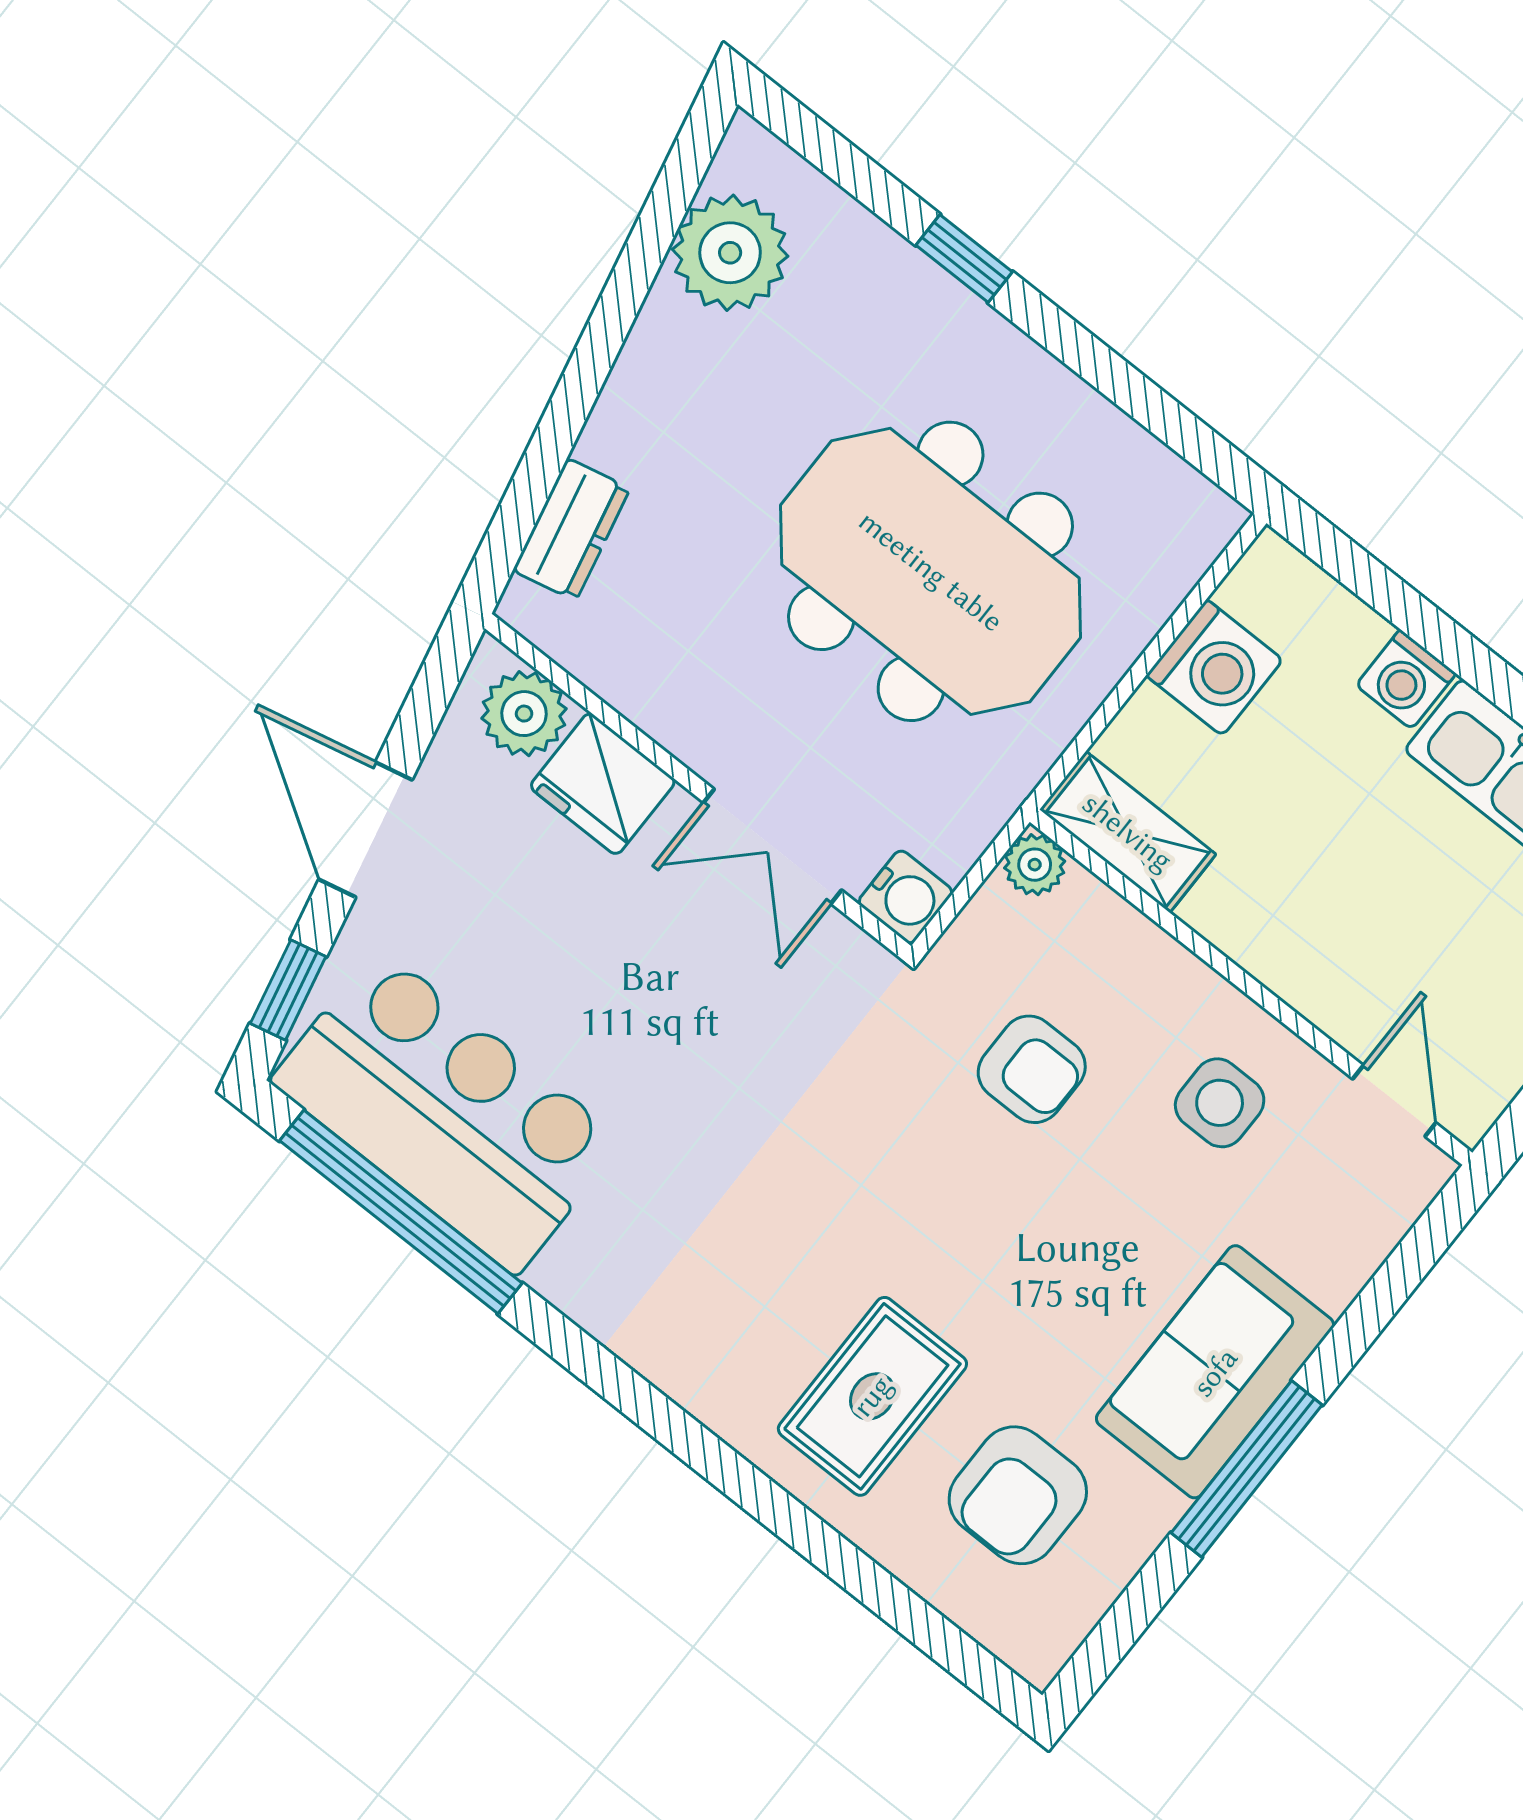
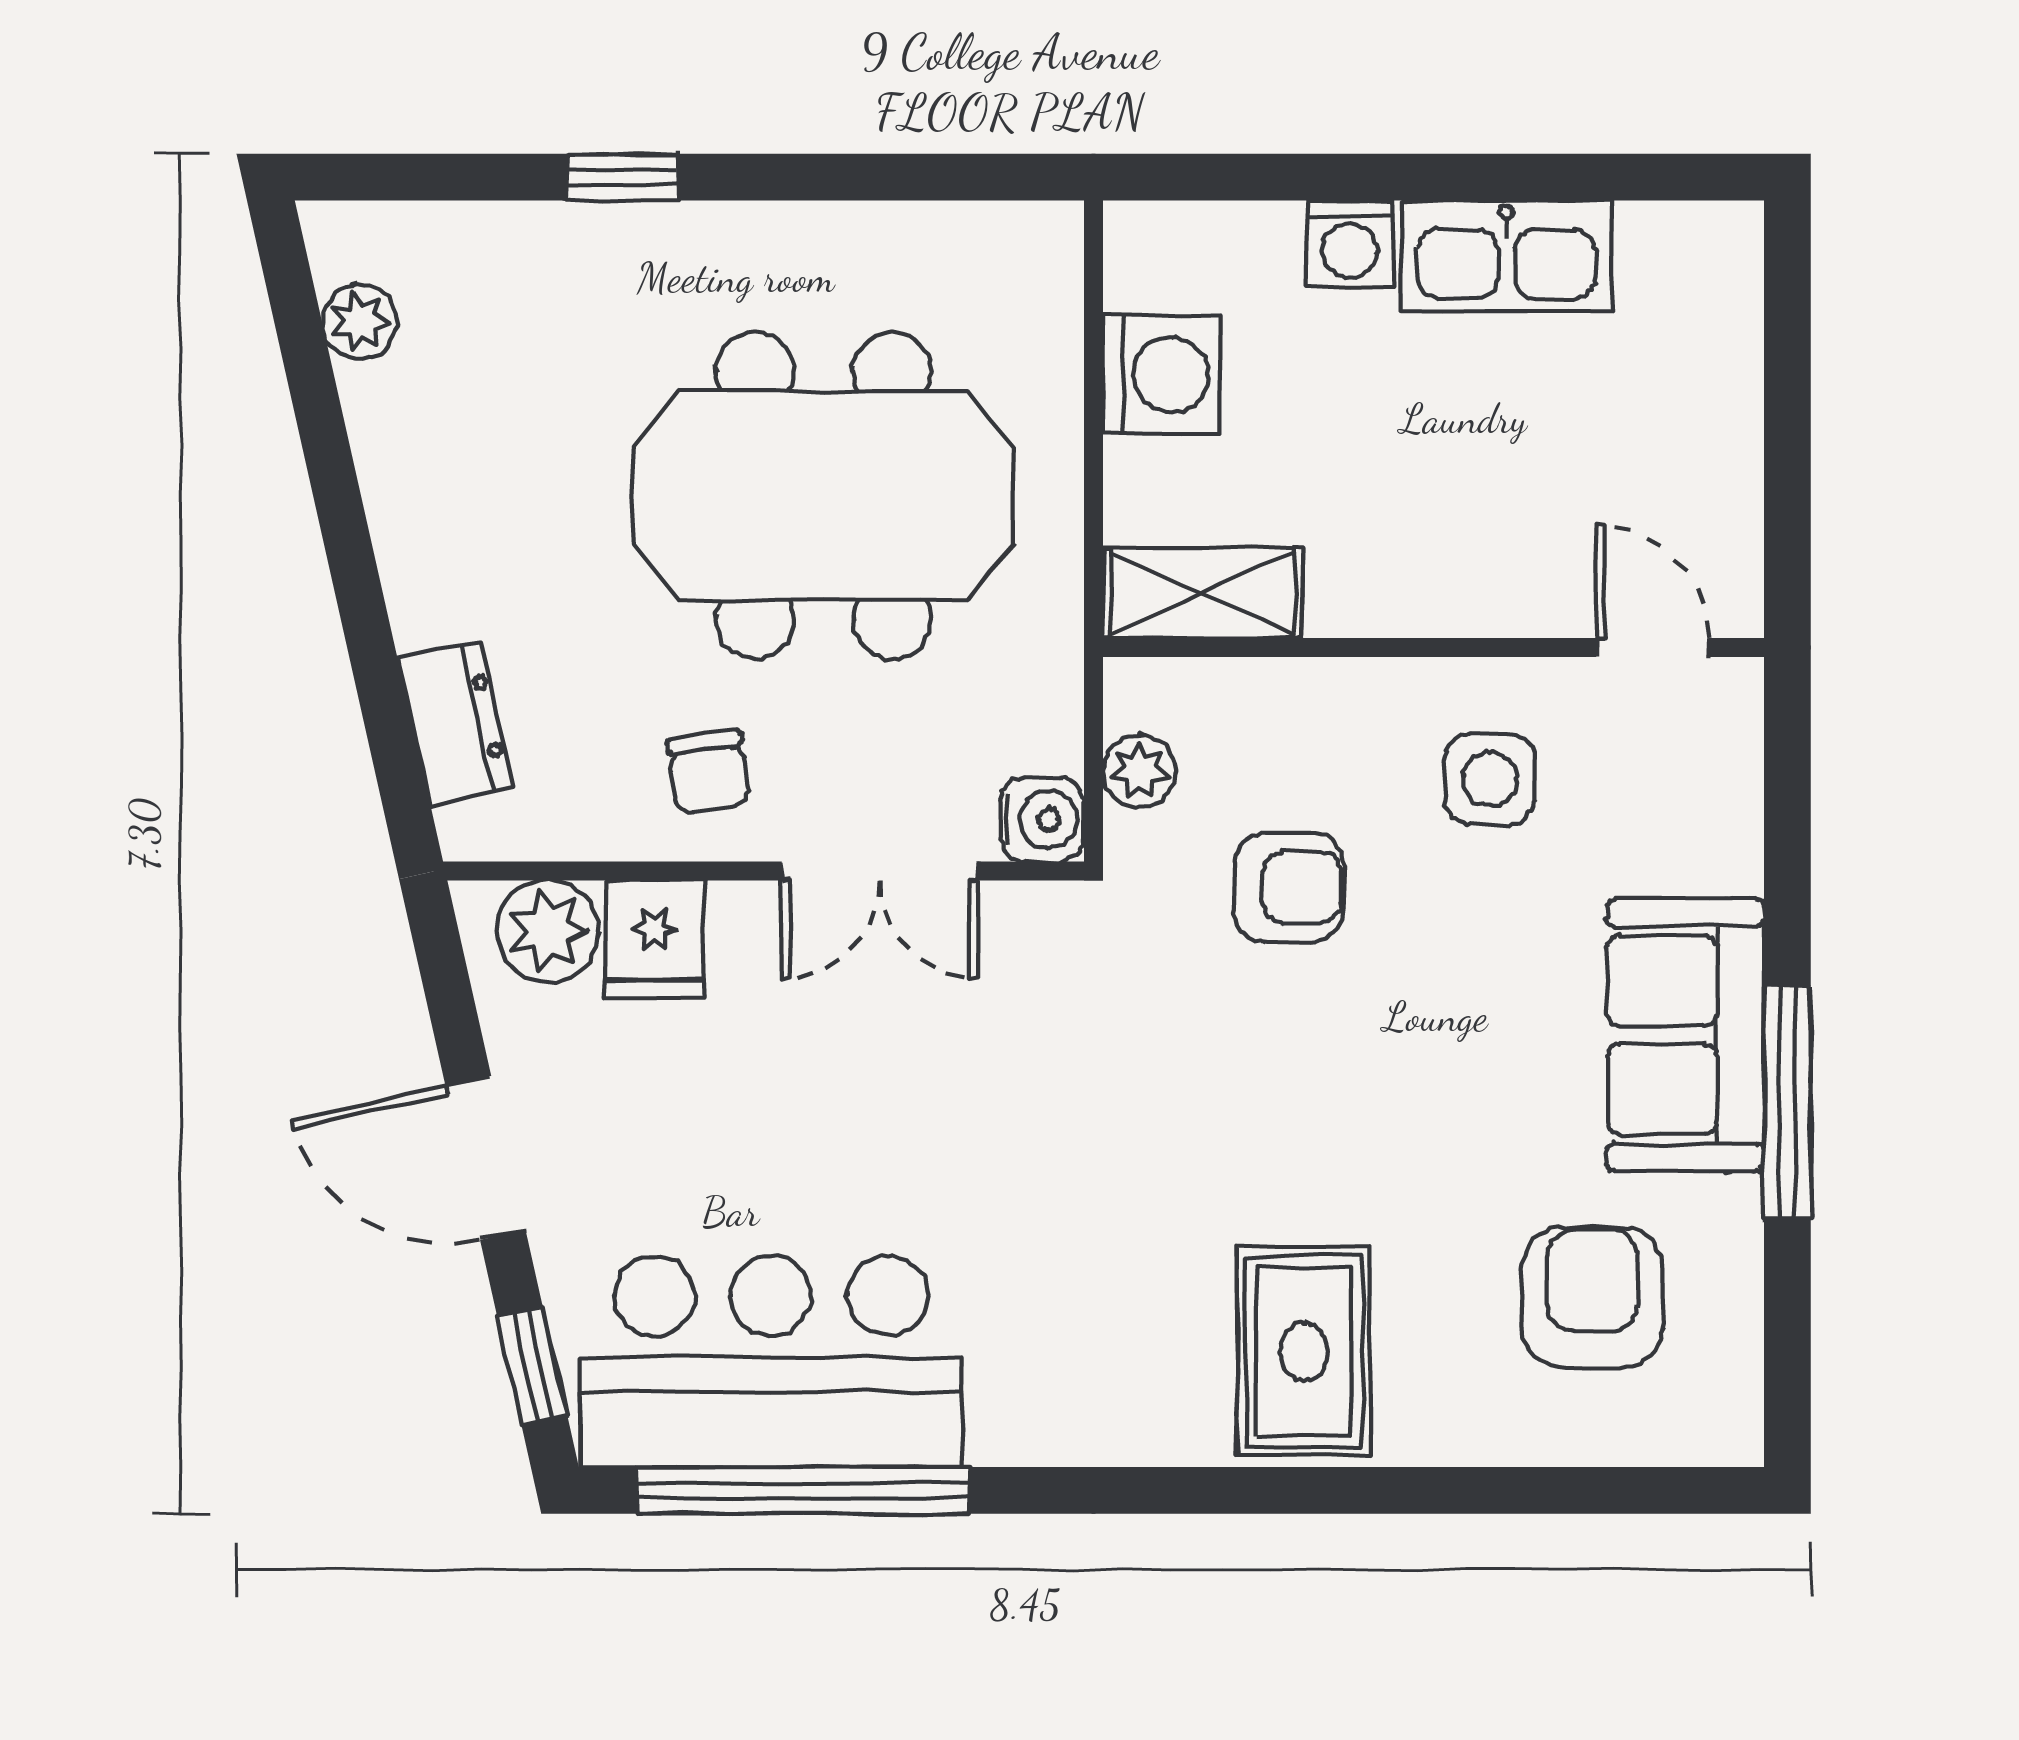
plant: (730, 253) -> (360, 321), width x0.53, depth x0.53
chair: (712, 693) -> (708, 772), added
fridge: (603, 784) -> (655, 939), width x0.72
plant: (1035, 865) -> (1139, 771), moved
rug: (872, 1396) -> (1304, 1352), moved
armchair: (1018, 1495) -> (1592, 1297), turned 180

